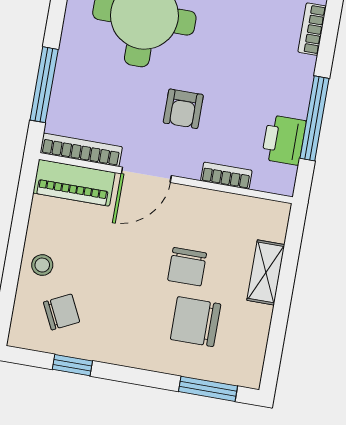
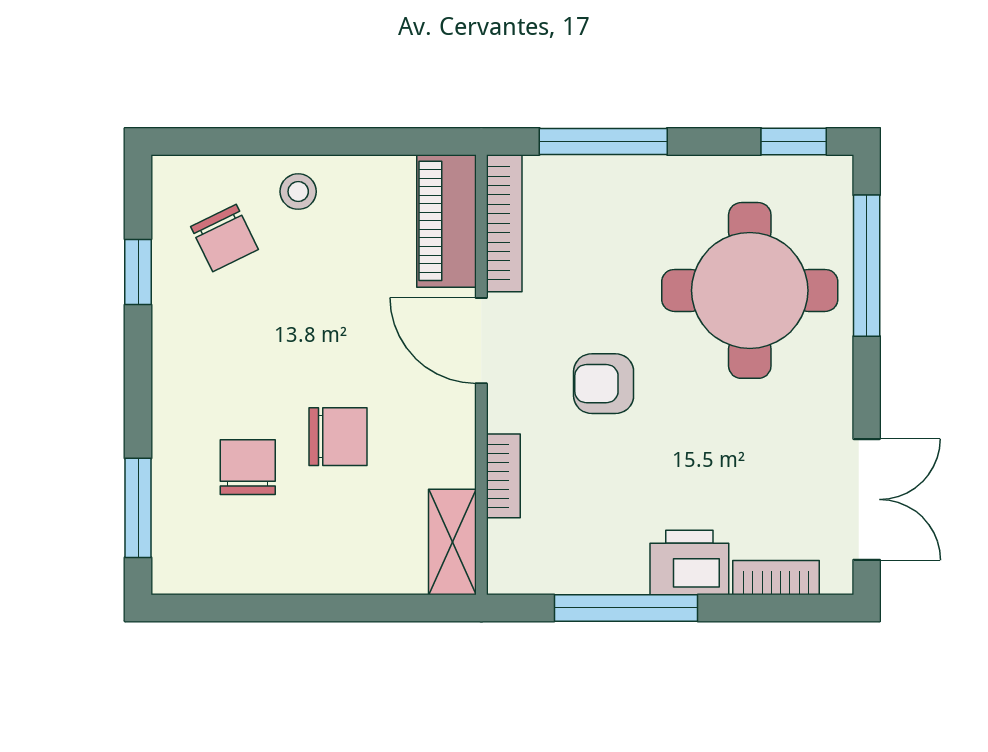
printer: (284, 140) -> (689, 562), moved
chair: (187, 267) -> (338, 437), turned 180
shelving: (266, 272) -> (452, 542), moved, turned 90
chair: (196, 322) -> (248, 467), width x0.73, depth x0.73

